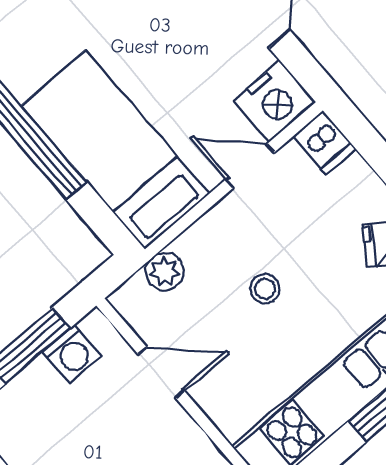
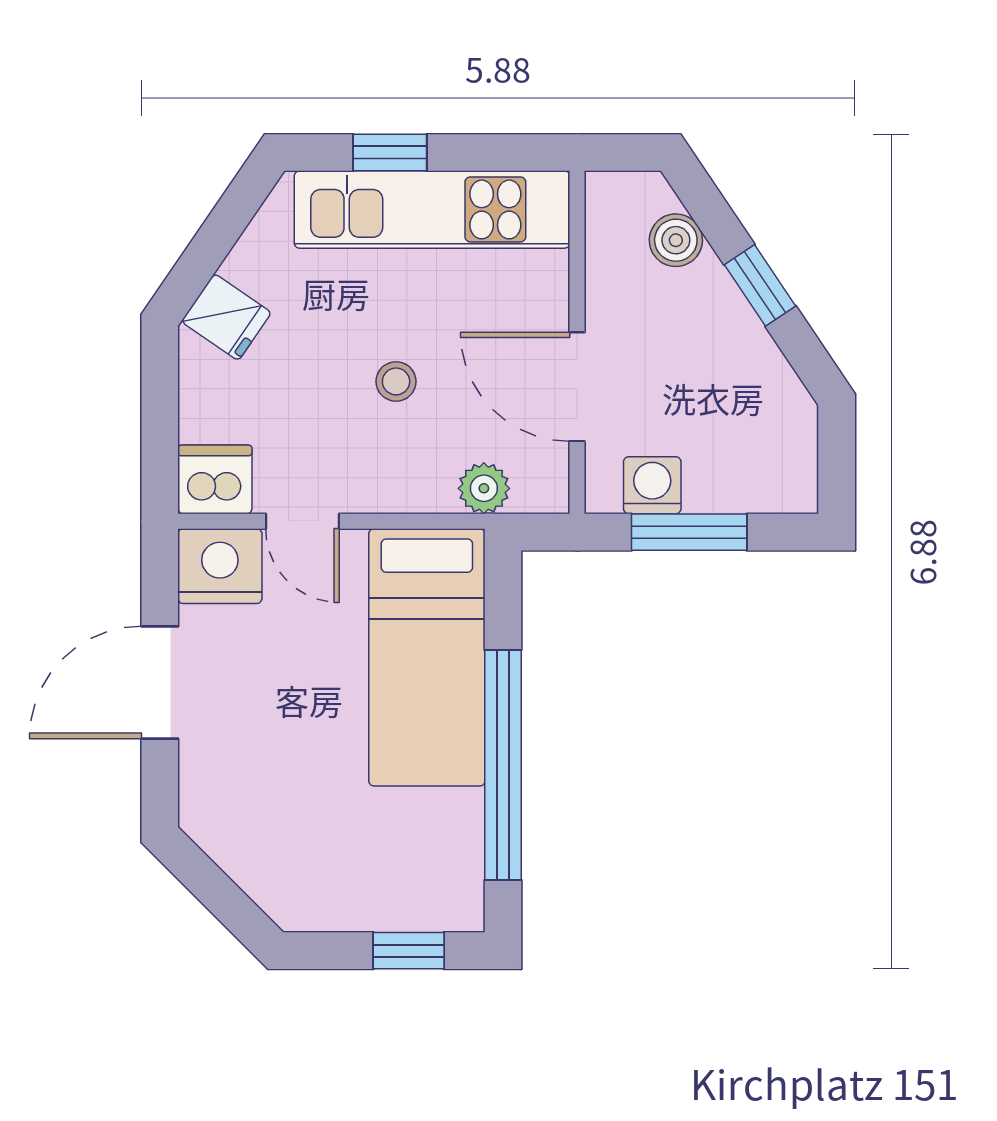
dishwasher: (325, 142) -> (215, 479), width x1.38
door: (161, 373) -> (577, 387), width x1.38

